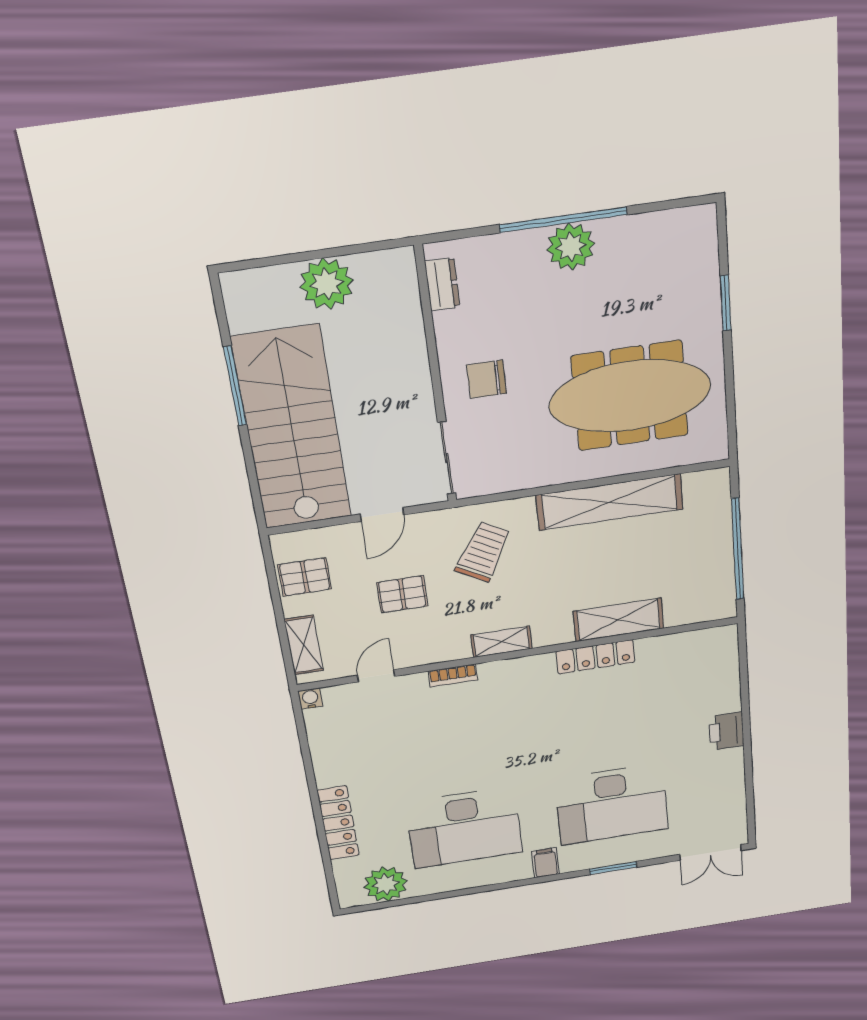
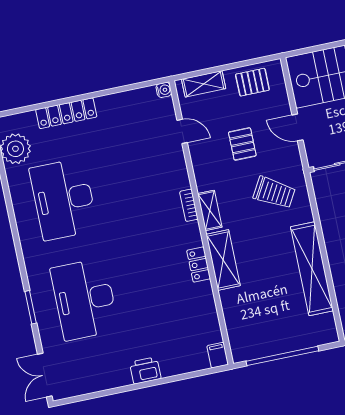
pallet: (305, 577) -> (252, 82), turned 90
shelving: (618, 620) -> (223, 260), moved
locker: (595, 657) -> (199, 265), width x0.66
bookcase: (453, 675) -> (189, 205), moved
filing cabinet: (546, 863) -> (218, 355), moved, turned -90

